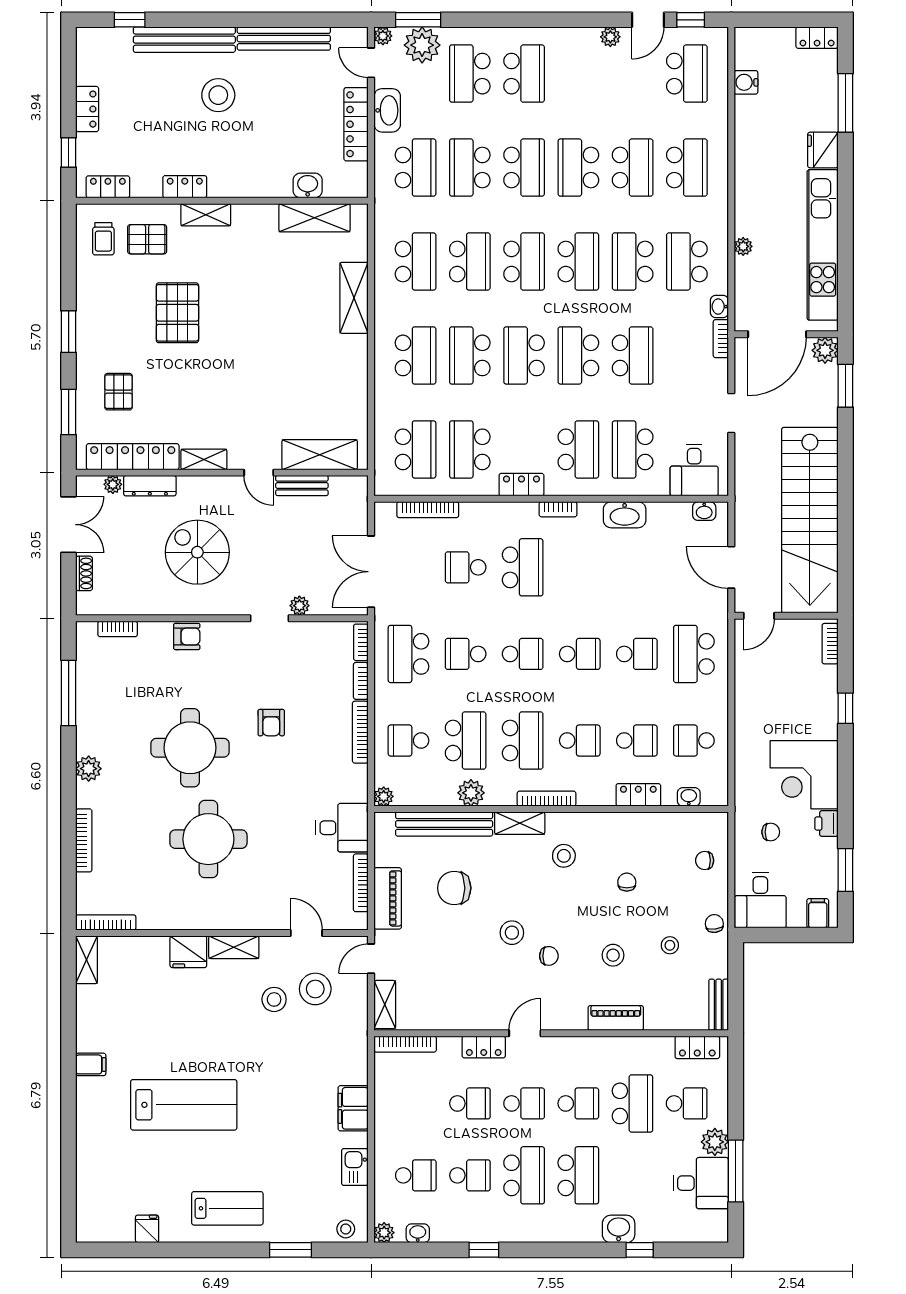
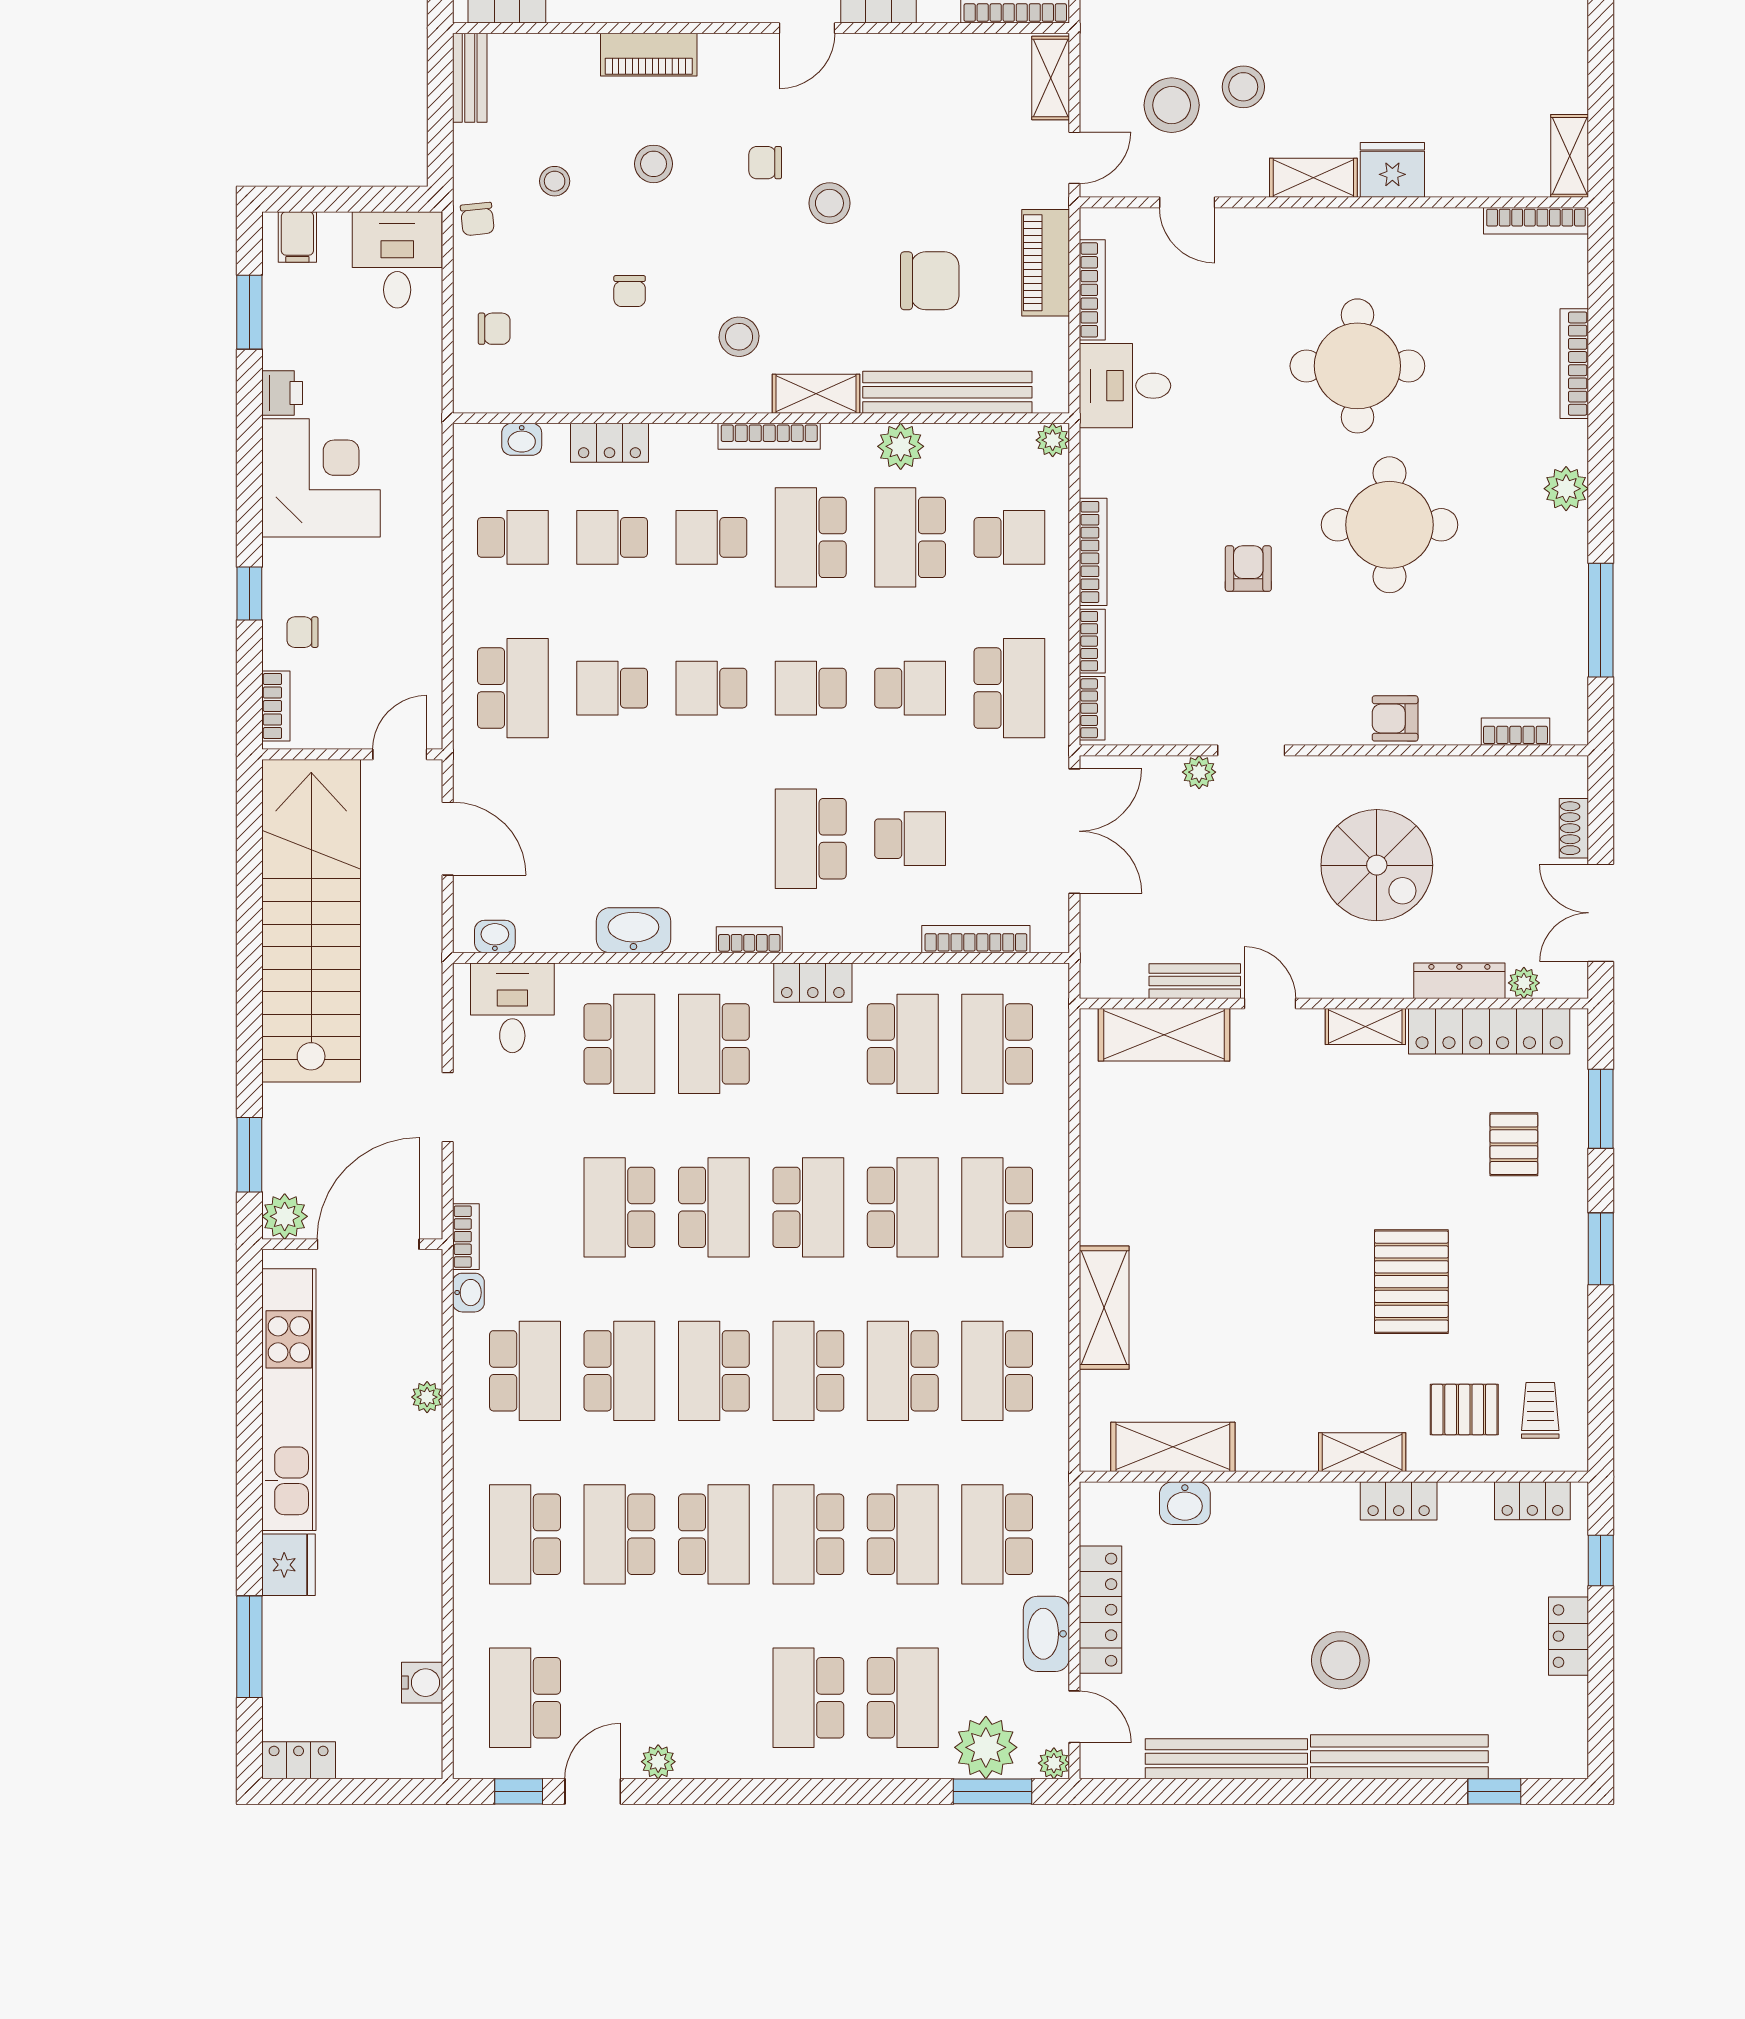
chair: (771, 832) -> (303, 632), moved

